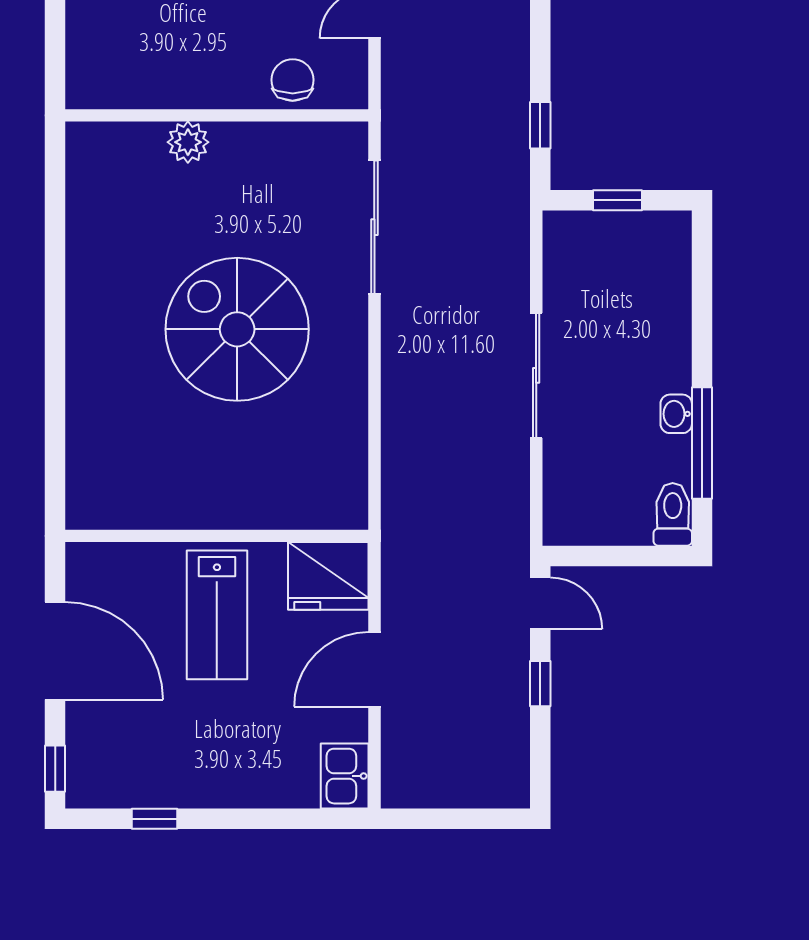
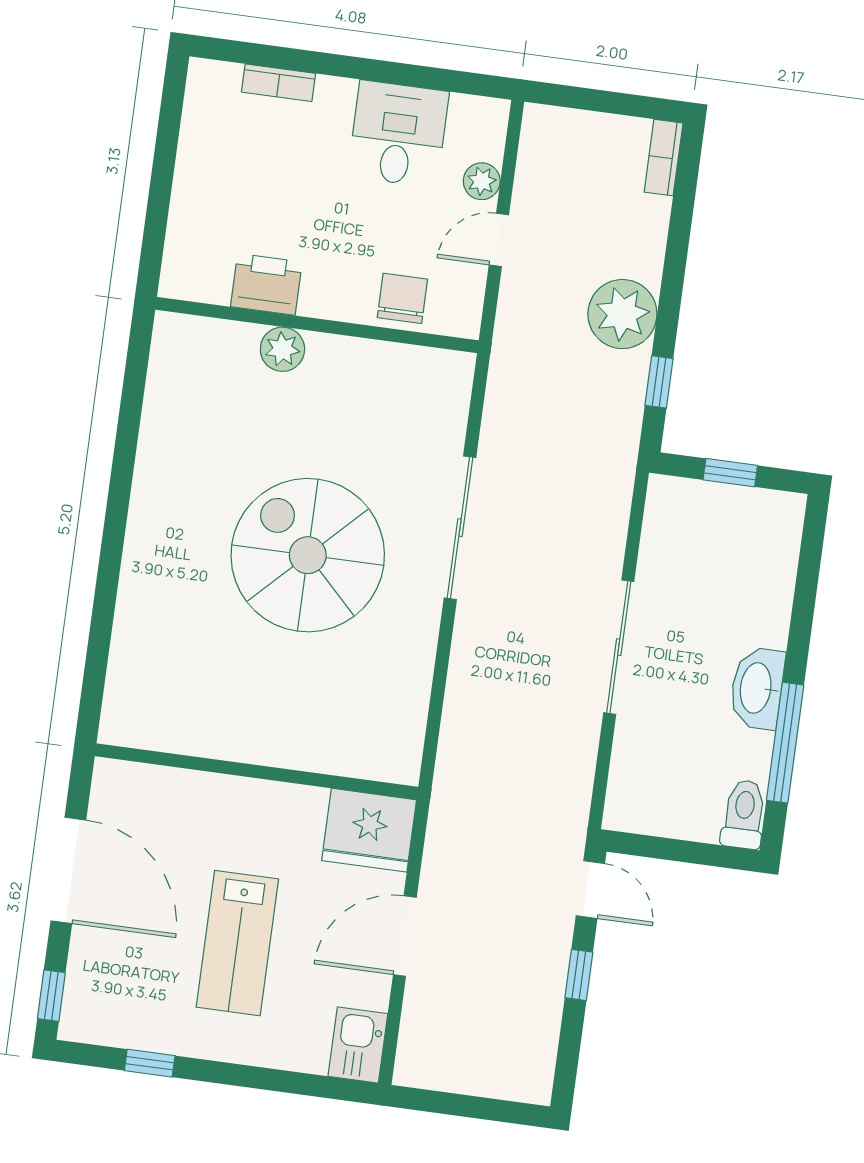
plant: (498, 67) -> (622, 314), added
printer: (165, 84) -> (266, 284), added
sliding door: (374, 227) -> (460, 528), moved
washbasin: (676, 414) -> (757, 688), width x1.91, depth x1.45
lab bench: (217, 615) -> (237, 943), moved

